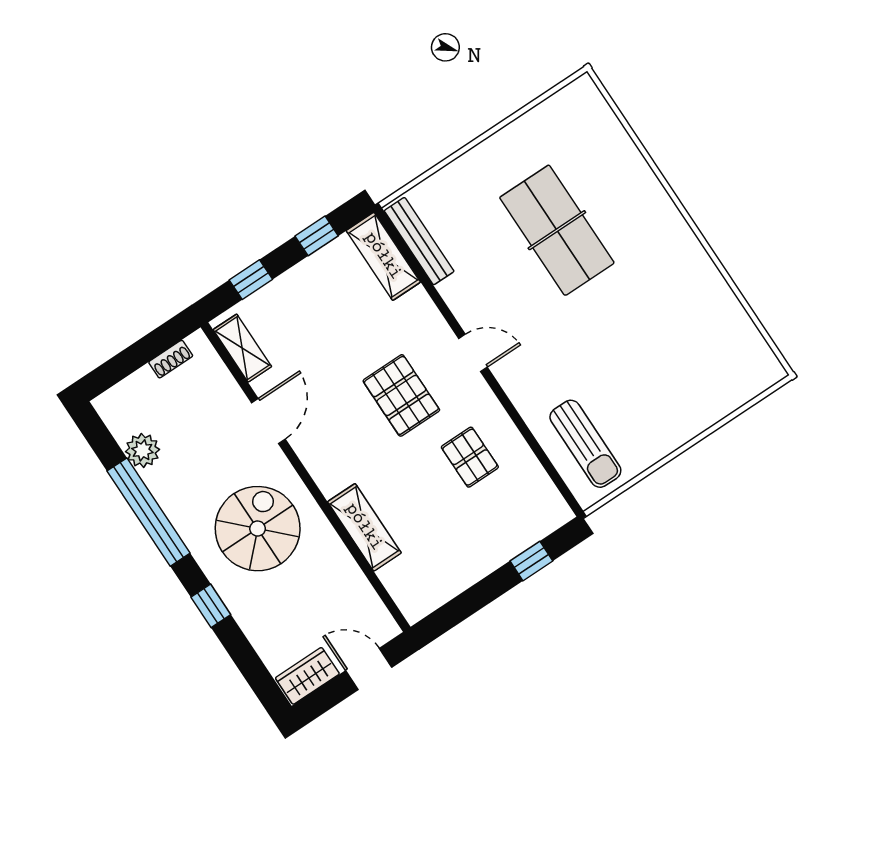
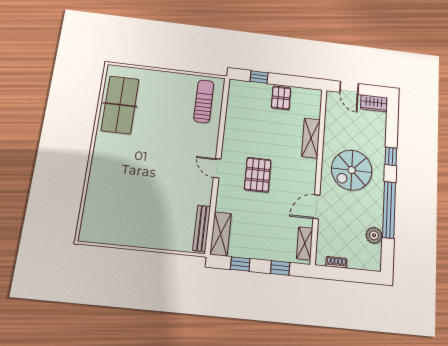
table tennis table: (557, 230) -> (120, 105), moved
pallet: (470, 457) -> (281, 98), moved

